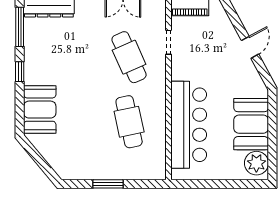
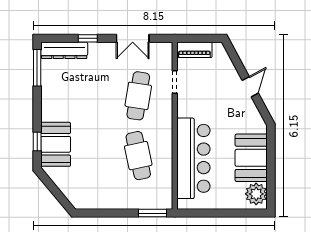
cafe table: (129, 57) -> (138, 96), turned 33
window: (20, 72) -> (37, 142), moved
window: (108, 184) -> (153, 213), moved

